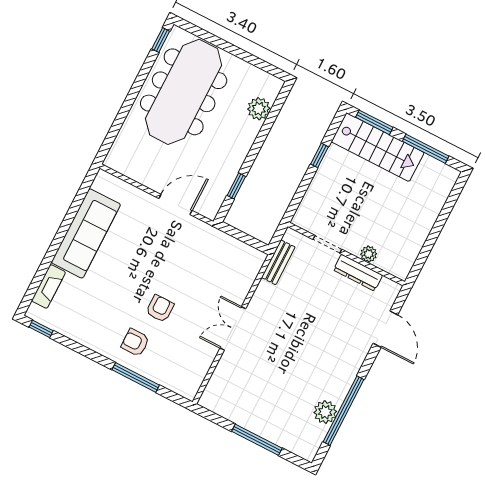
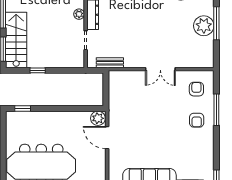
plant: (259, 109) -> (98, 118), moved
window: (236, 186) -> (23, 109), moved
armchair: (160, 309) -> (196, 89), moved, turned 90
plant: (263, 420) -> (204, 26), added

